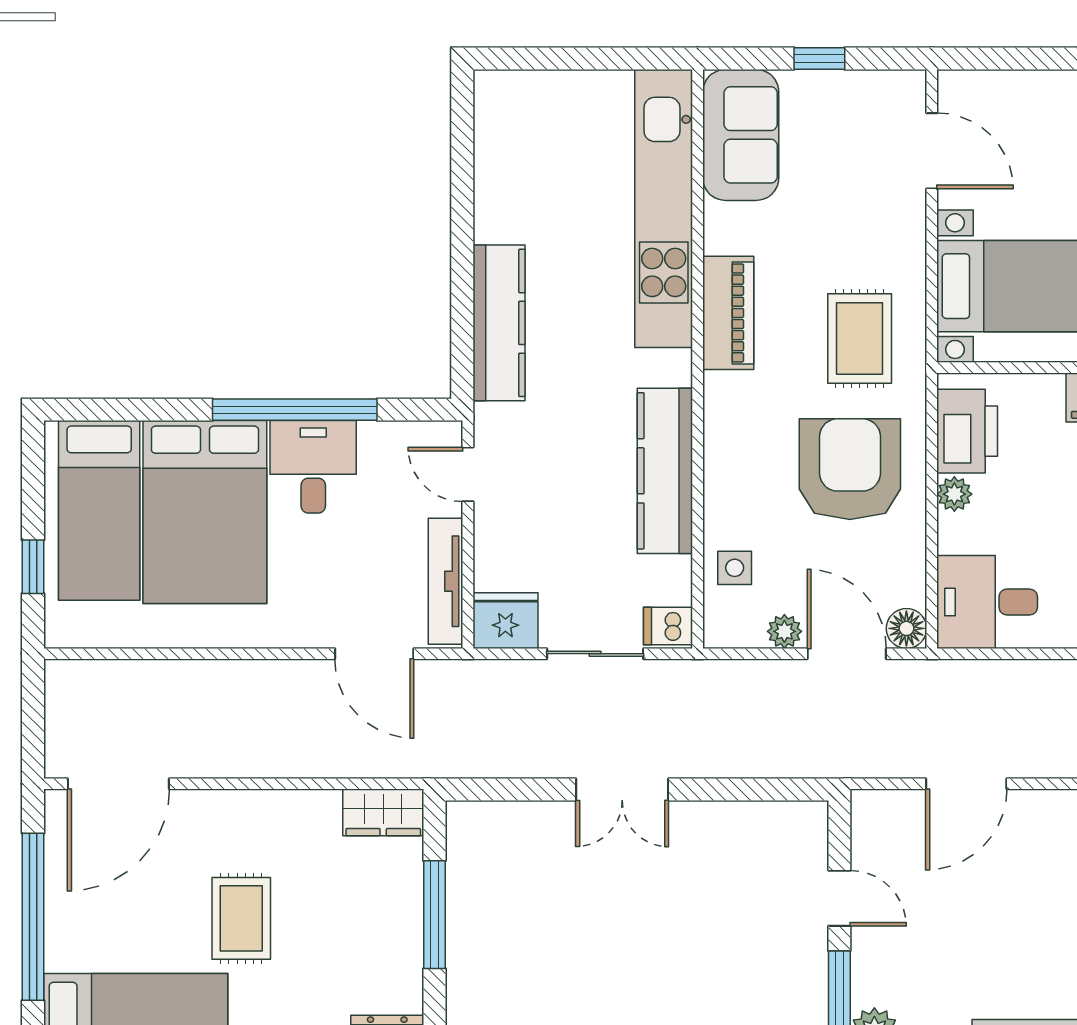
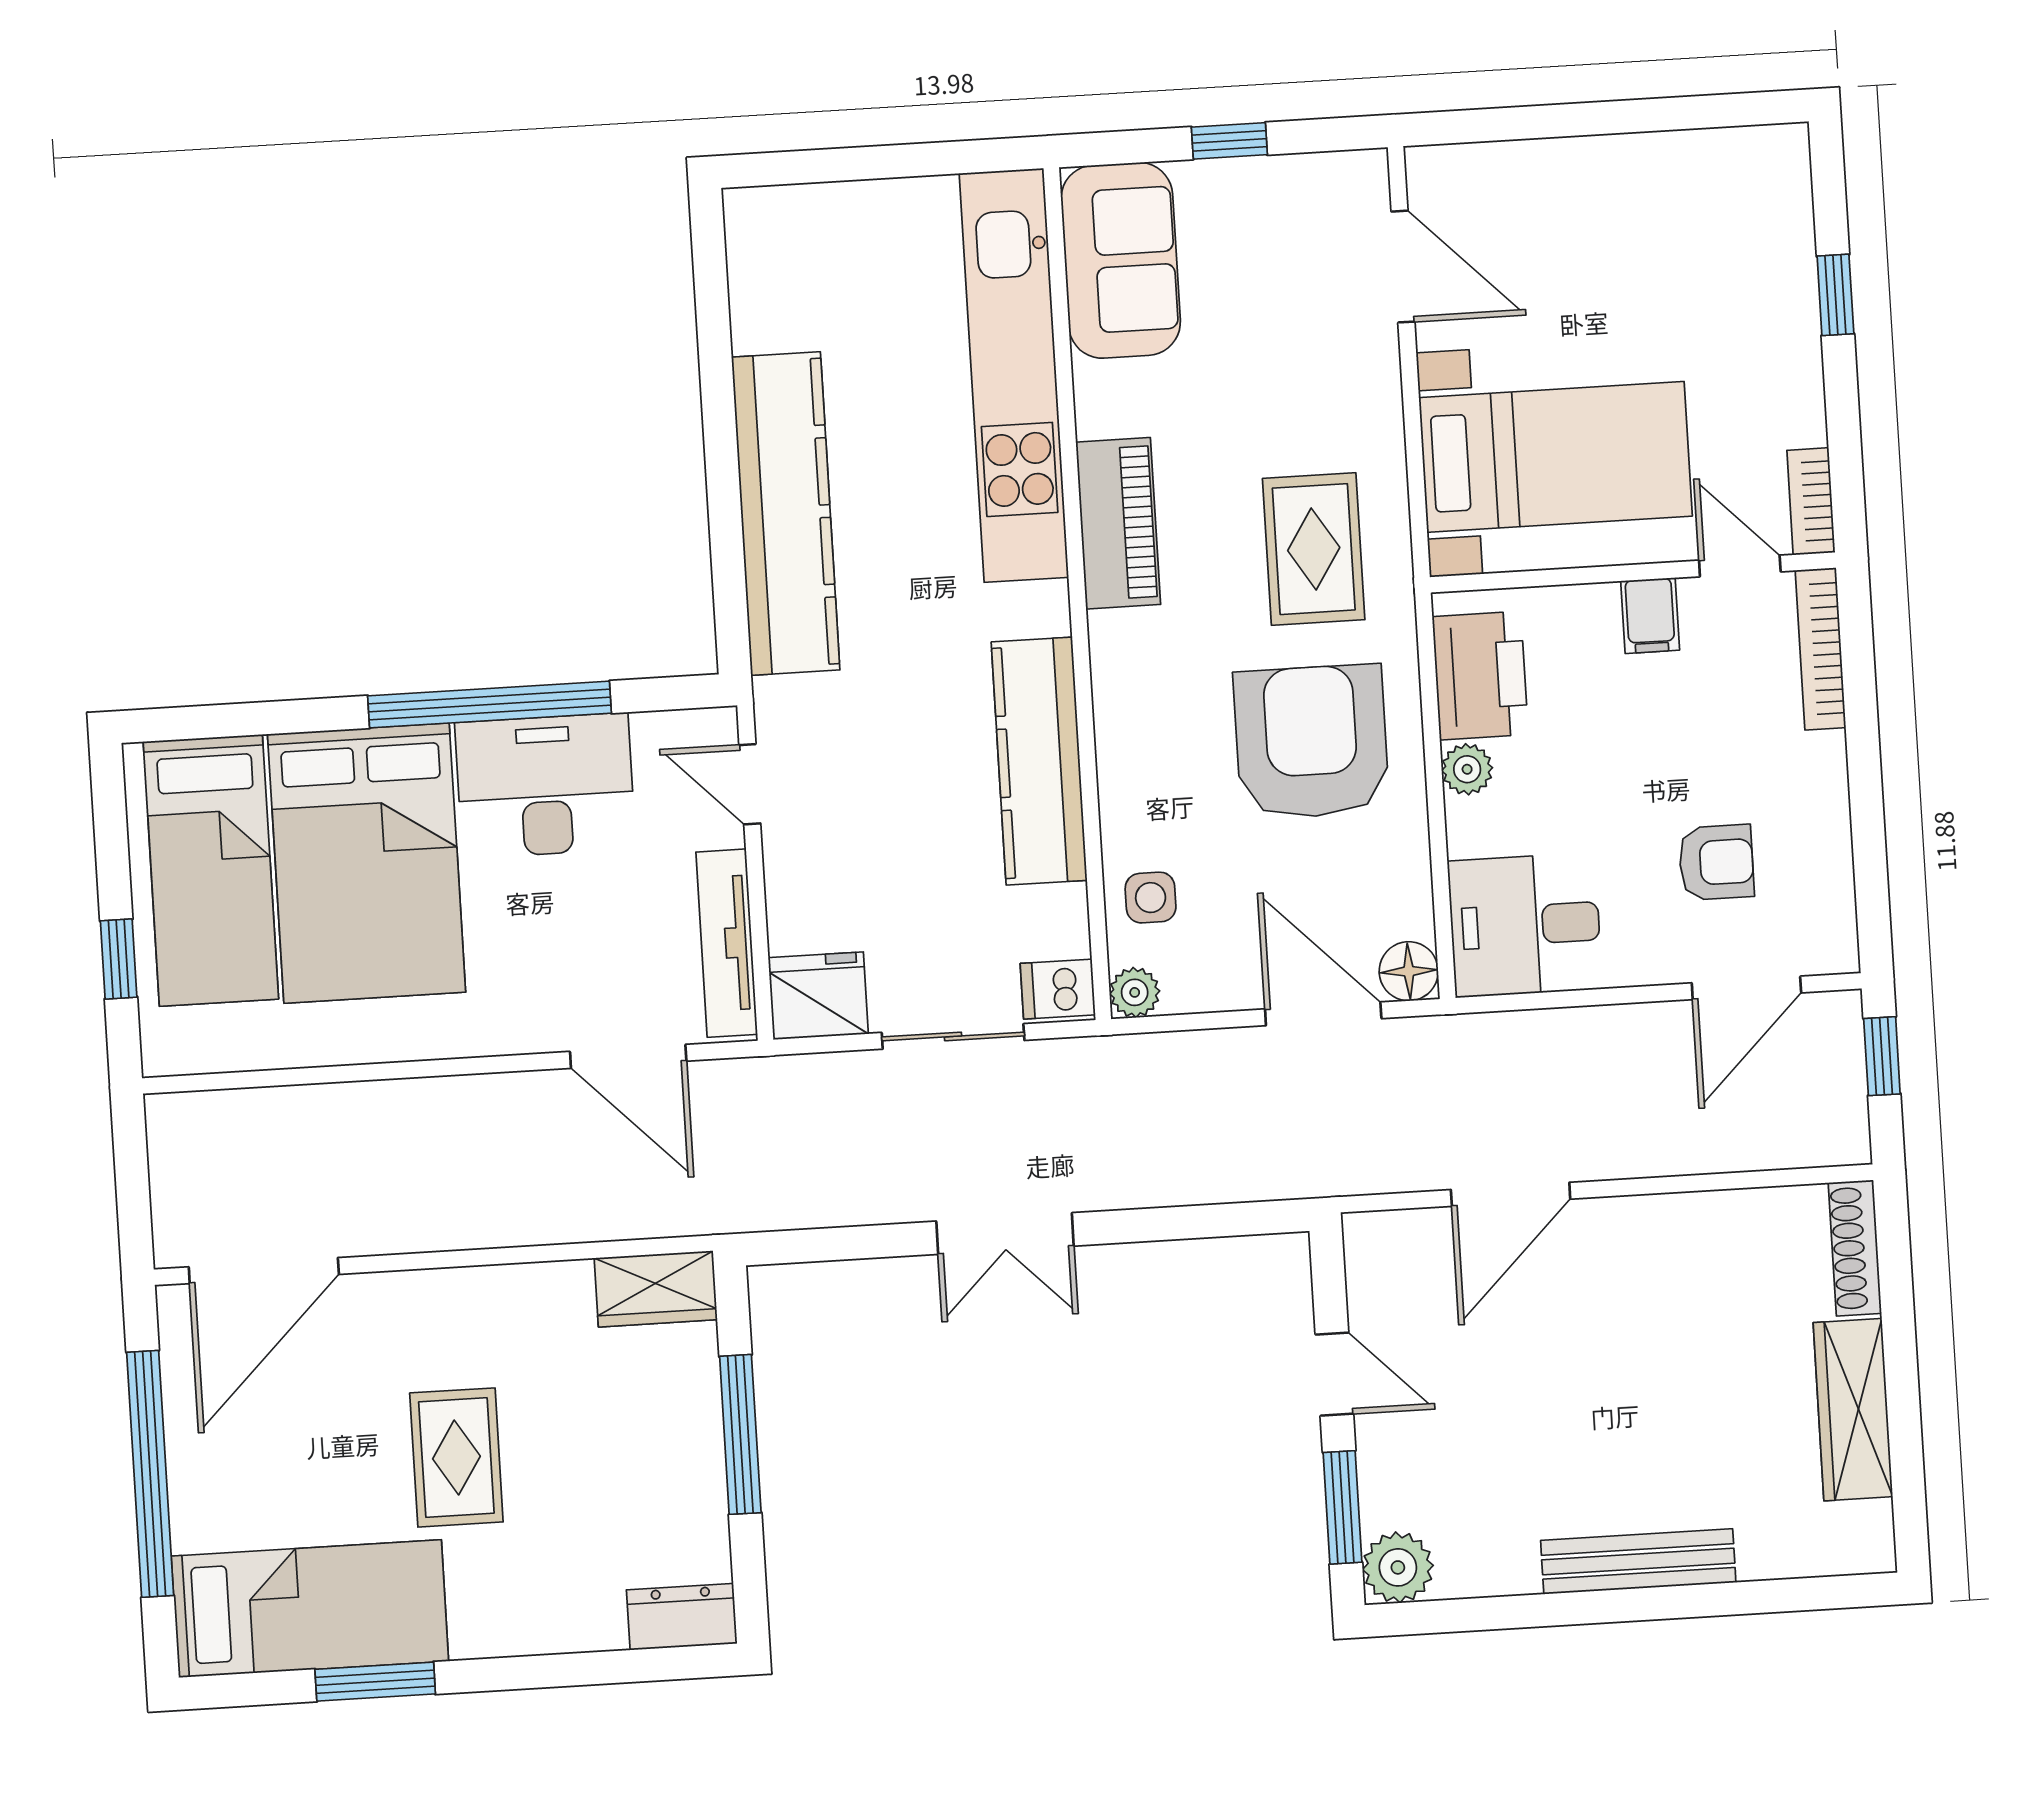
kitchen counter: (499, 323) -> (786, 514), width x1.39, depth x1.17
desk: (313, 467) -> (545, 786), width x1.37
plant: (784, 631) -> (1135, 992), moved

